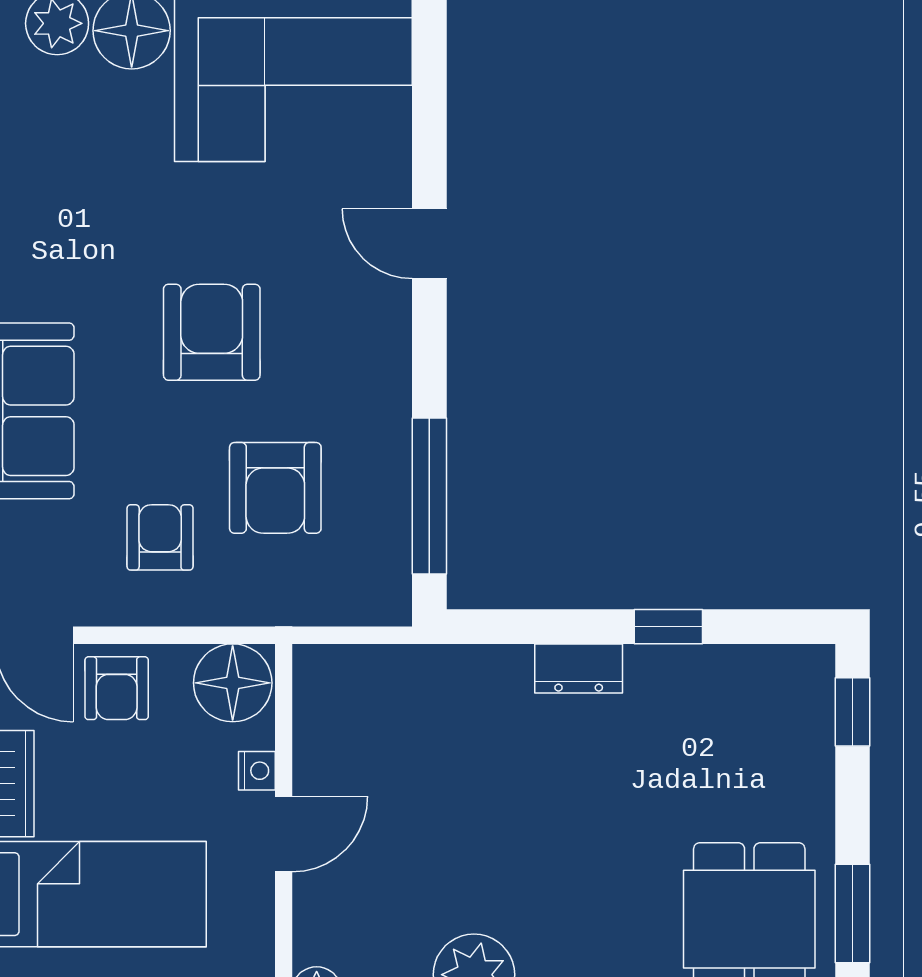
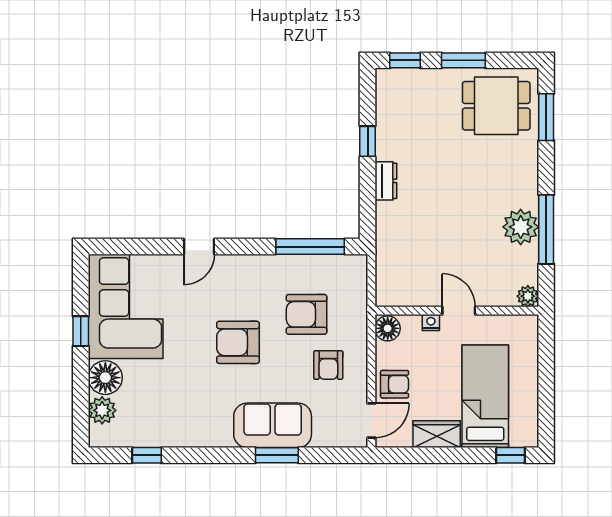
armchair: (275, 488) -> (306, 314), turned 180
armchair: (160, 537) -> (328, 365), turned -90
floor lamp: (233, 683) -> (388, 328), width x0.73, depth x0.73
window: (852, 913) -> (463, 60), moved

